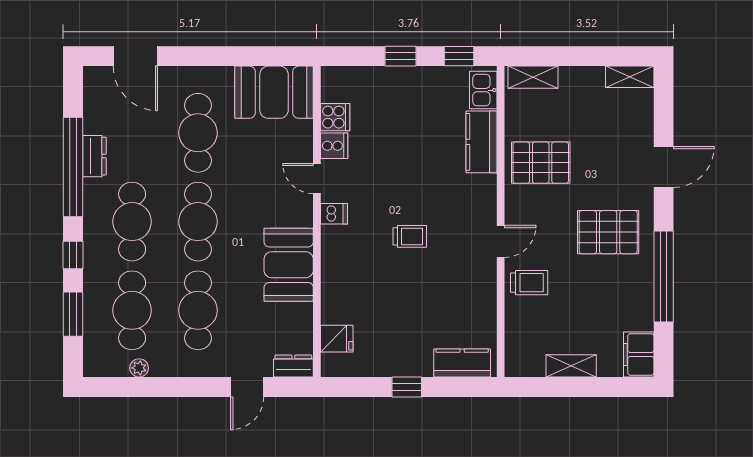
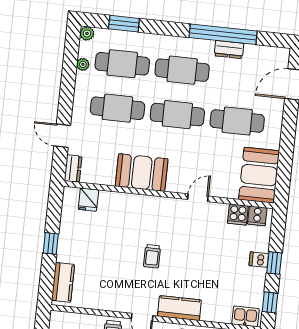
kitchen counter: (481, 142) -> (179, 308), moved
cooker: (334, 146) -> (257, 216), moved
dishwasher: (334, 214) -> (259, 260), moved, turned 90
window: (73, 255) -> (164, 28), removed
plant: (93, 367) -> (87, 33), added

